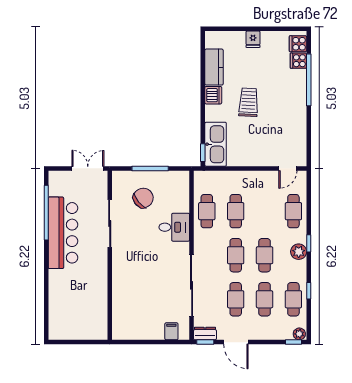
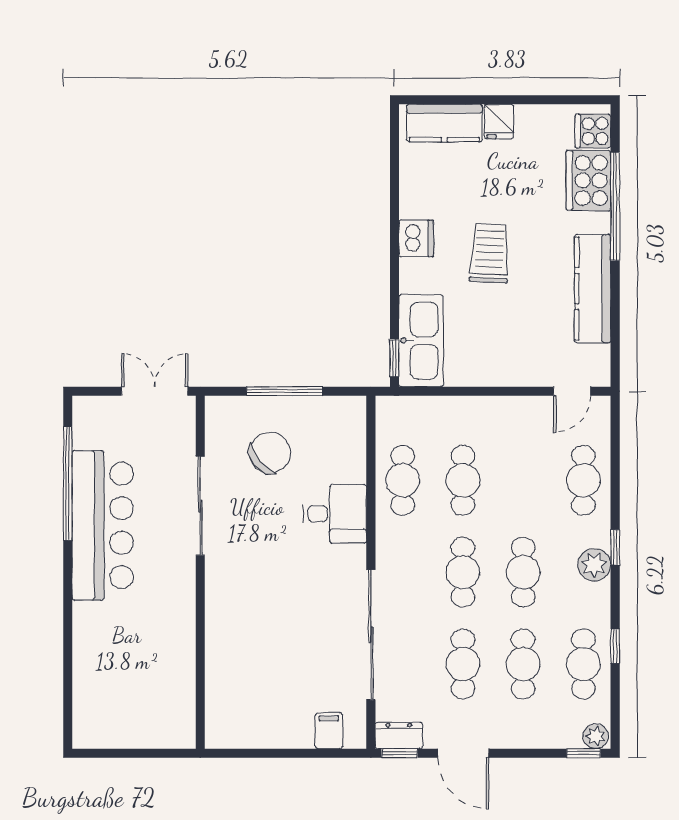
cooker: (298, 61) -> (589, 180), width x1.87, depth x1.31
kitchen counter: (214, 67) -> (444, 123), moved, turned 90
kitchen counter: (298, 119) -> (593, 288), added

